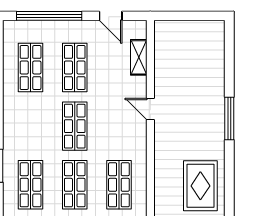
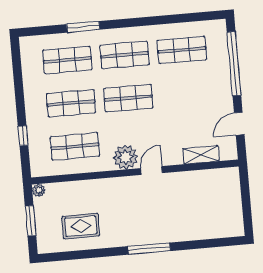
shop shelf: (75, 68) -> (125, 55), moved
plant: (134, 134) -> (126, 157), added
rug: (200, 186) -> (81, 226), width x0.73, depth x0.70

